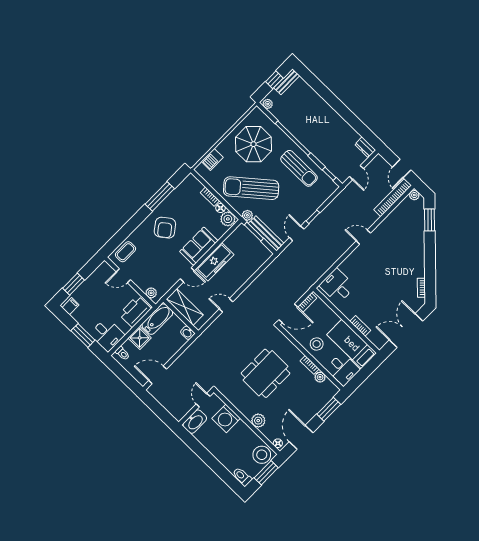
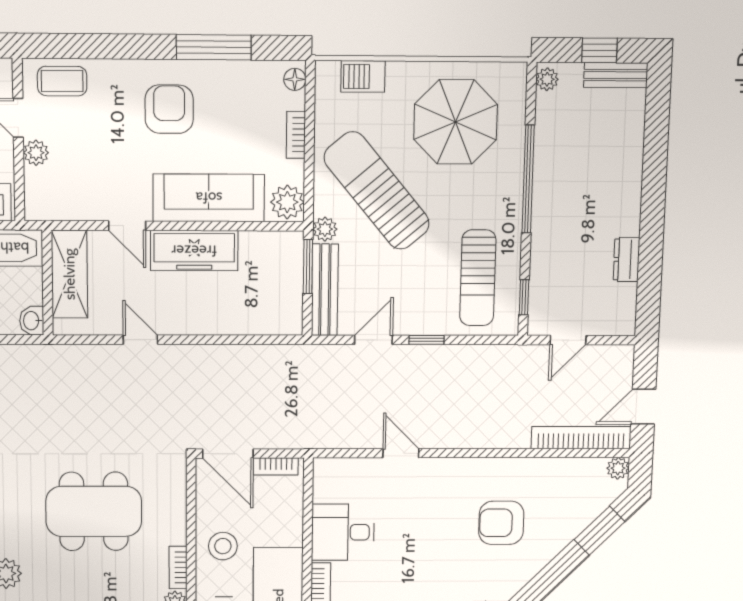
dresser: (365, 147) -> (626, 259), moved
sun lounger: (299, 168) -> (478, 278), moved
floor lamp: (221, 208) -> (295, 79), moved
armchair: (165, 228) -> (169, 109), turned 127
door: (363, 237) -> (401, 453), moved
sofa: (199, 246) -> (209, 198), width x1.36
armchair: (396, 249) -> (501, 523), added
desk: (337, 286) -> (343, 532), moved, turned -90
plant: (151, 293) -> (36, 153), moved

